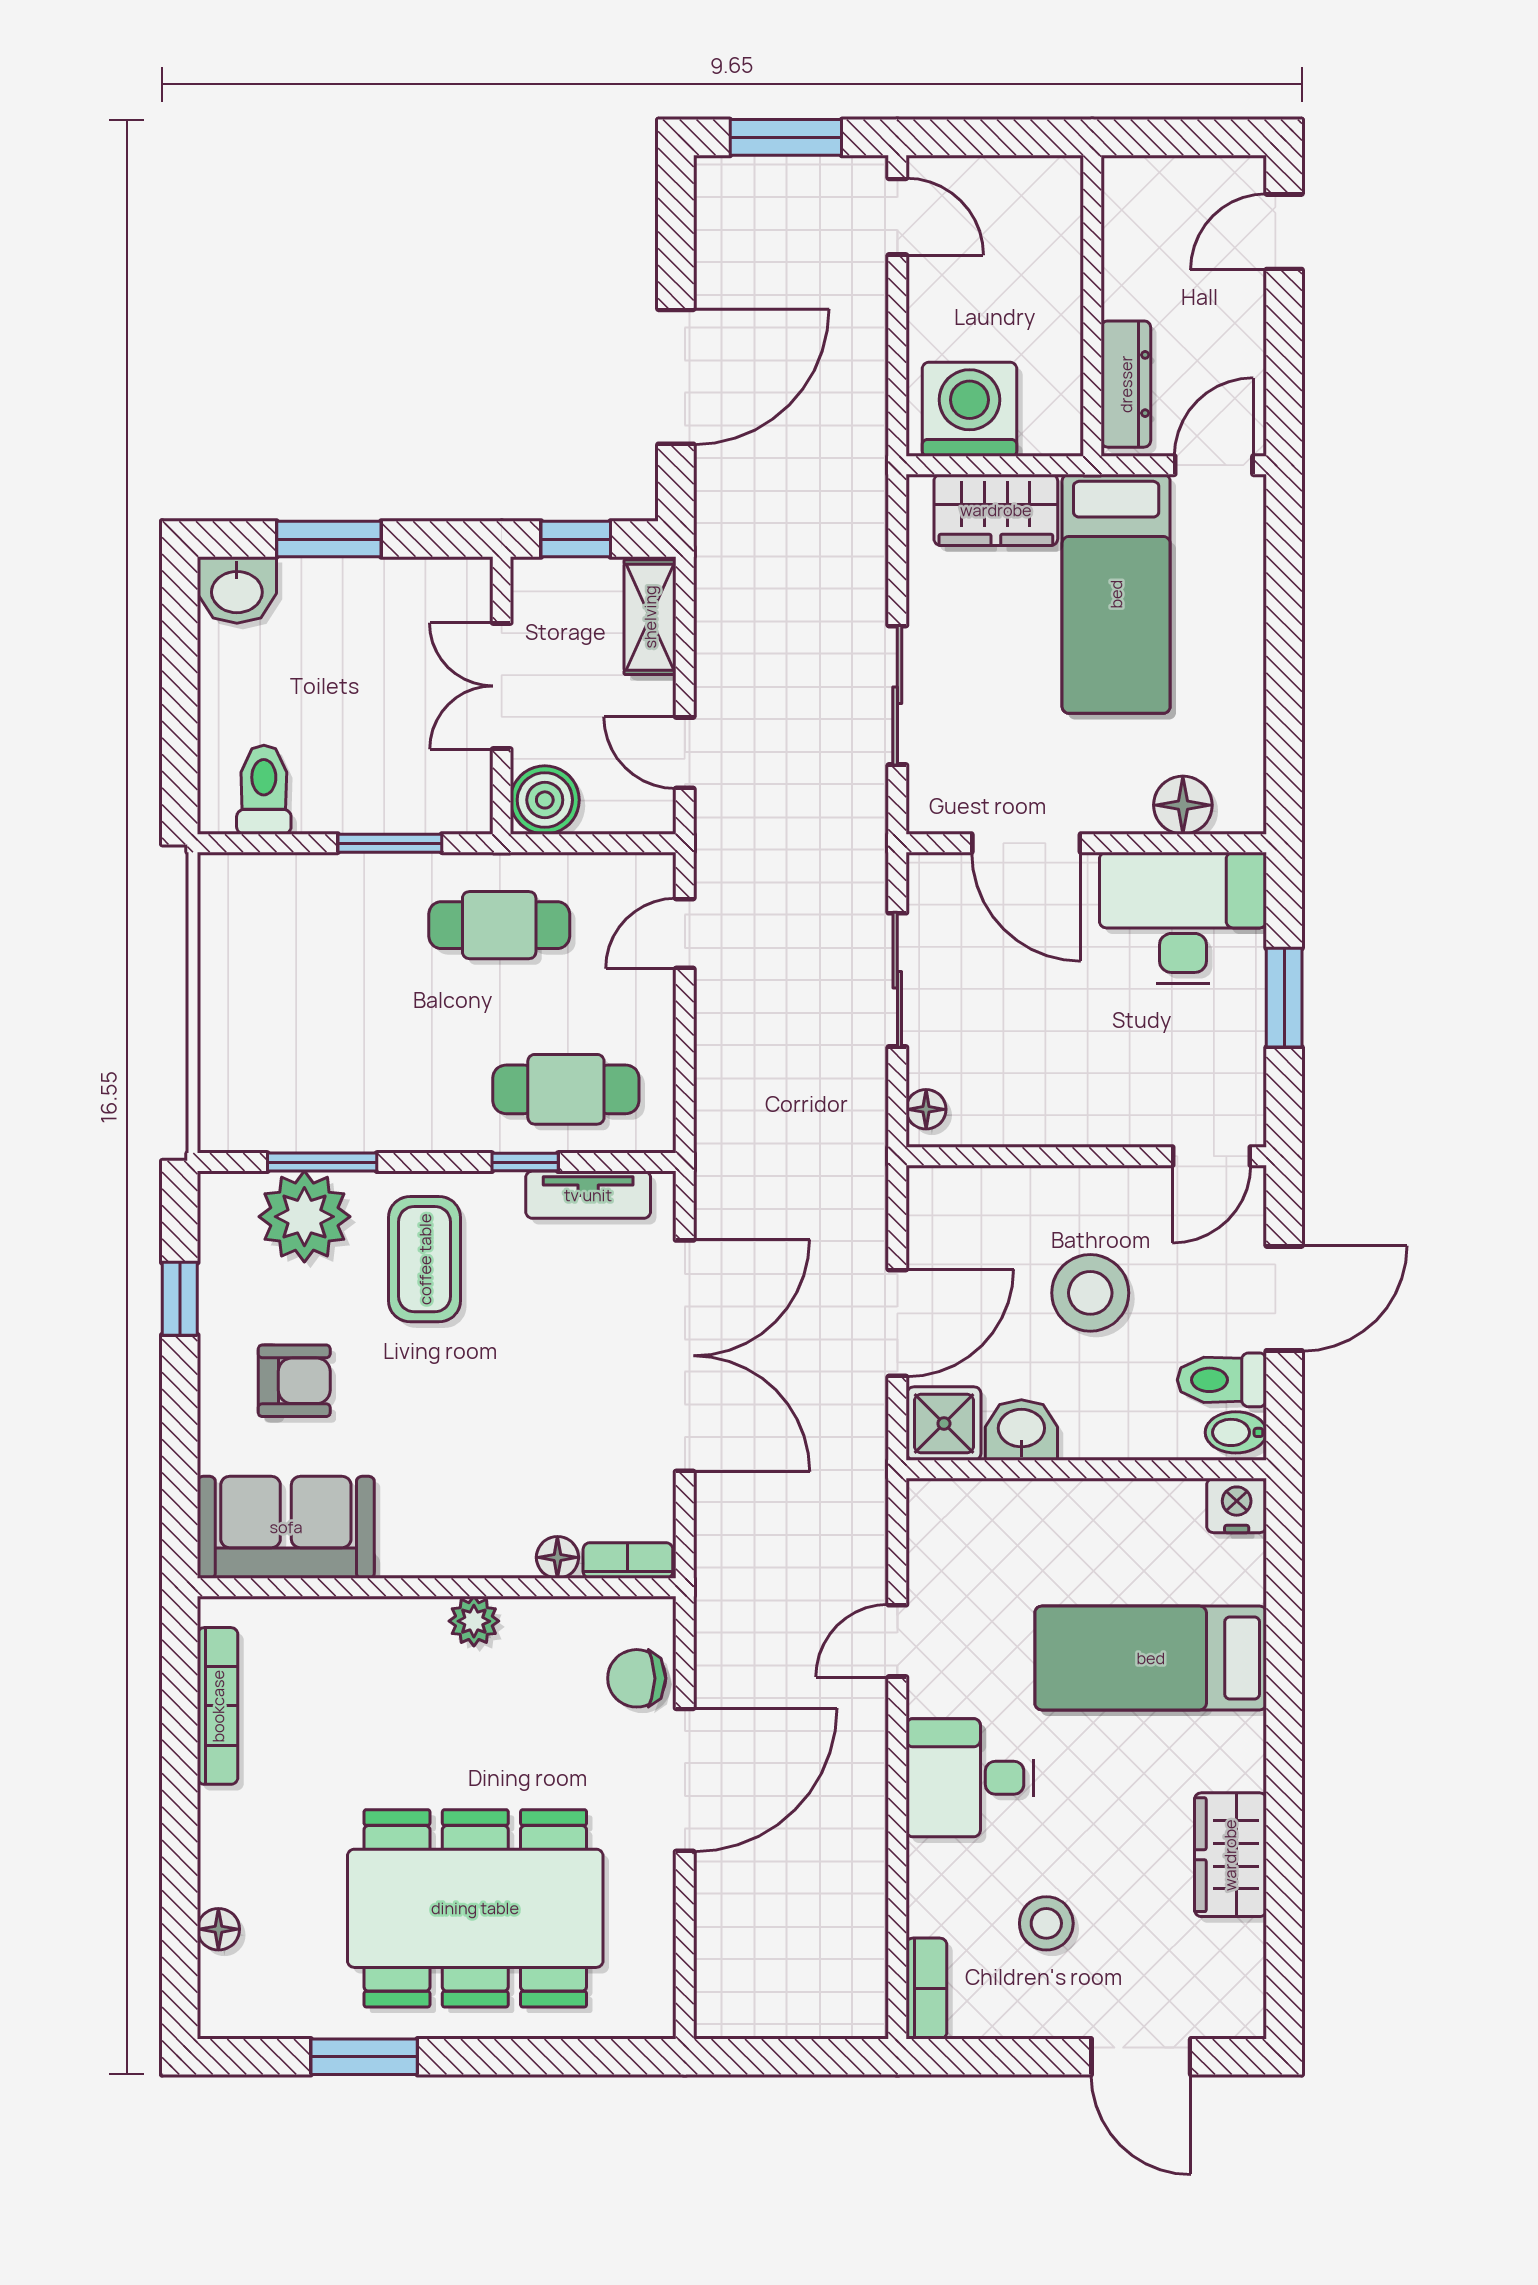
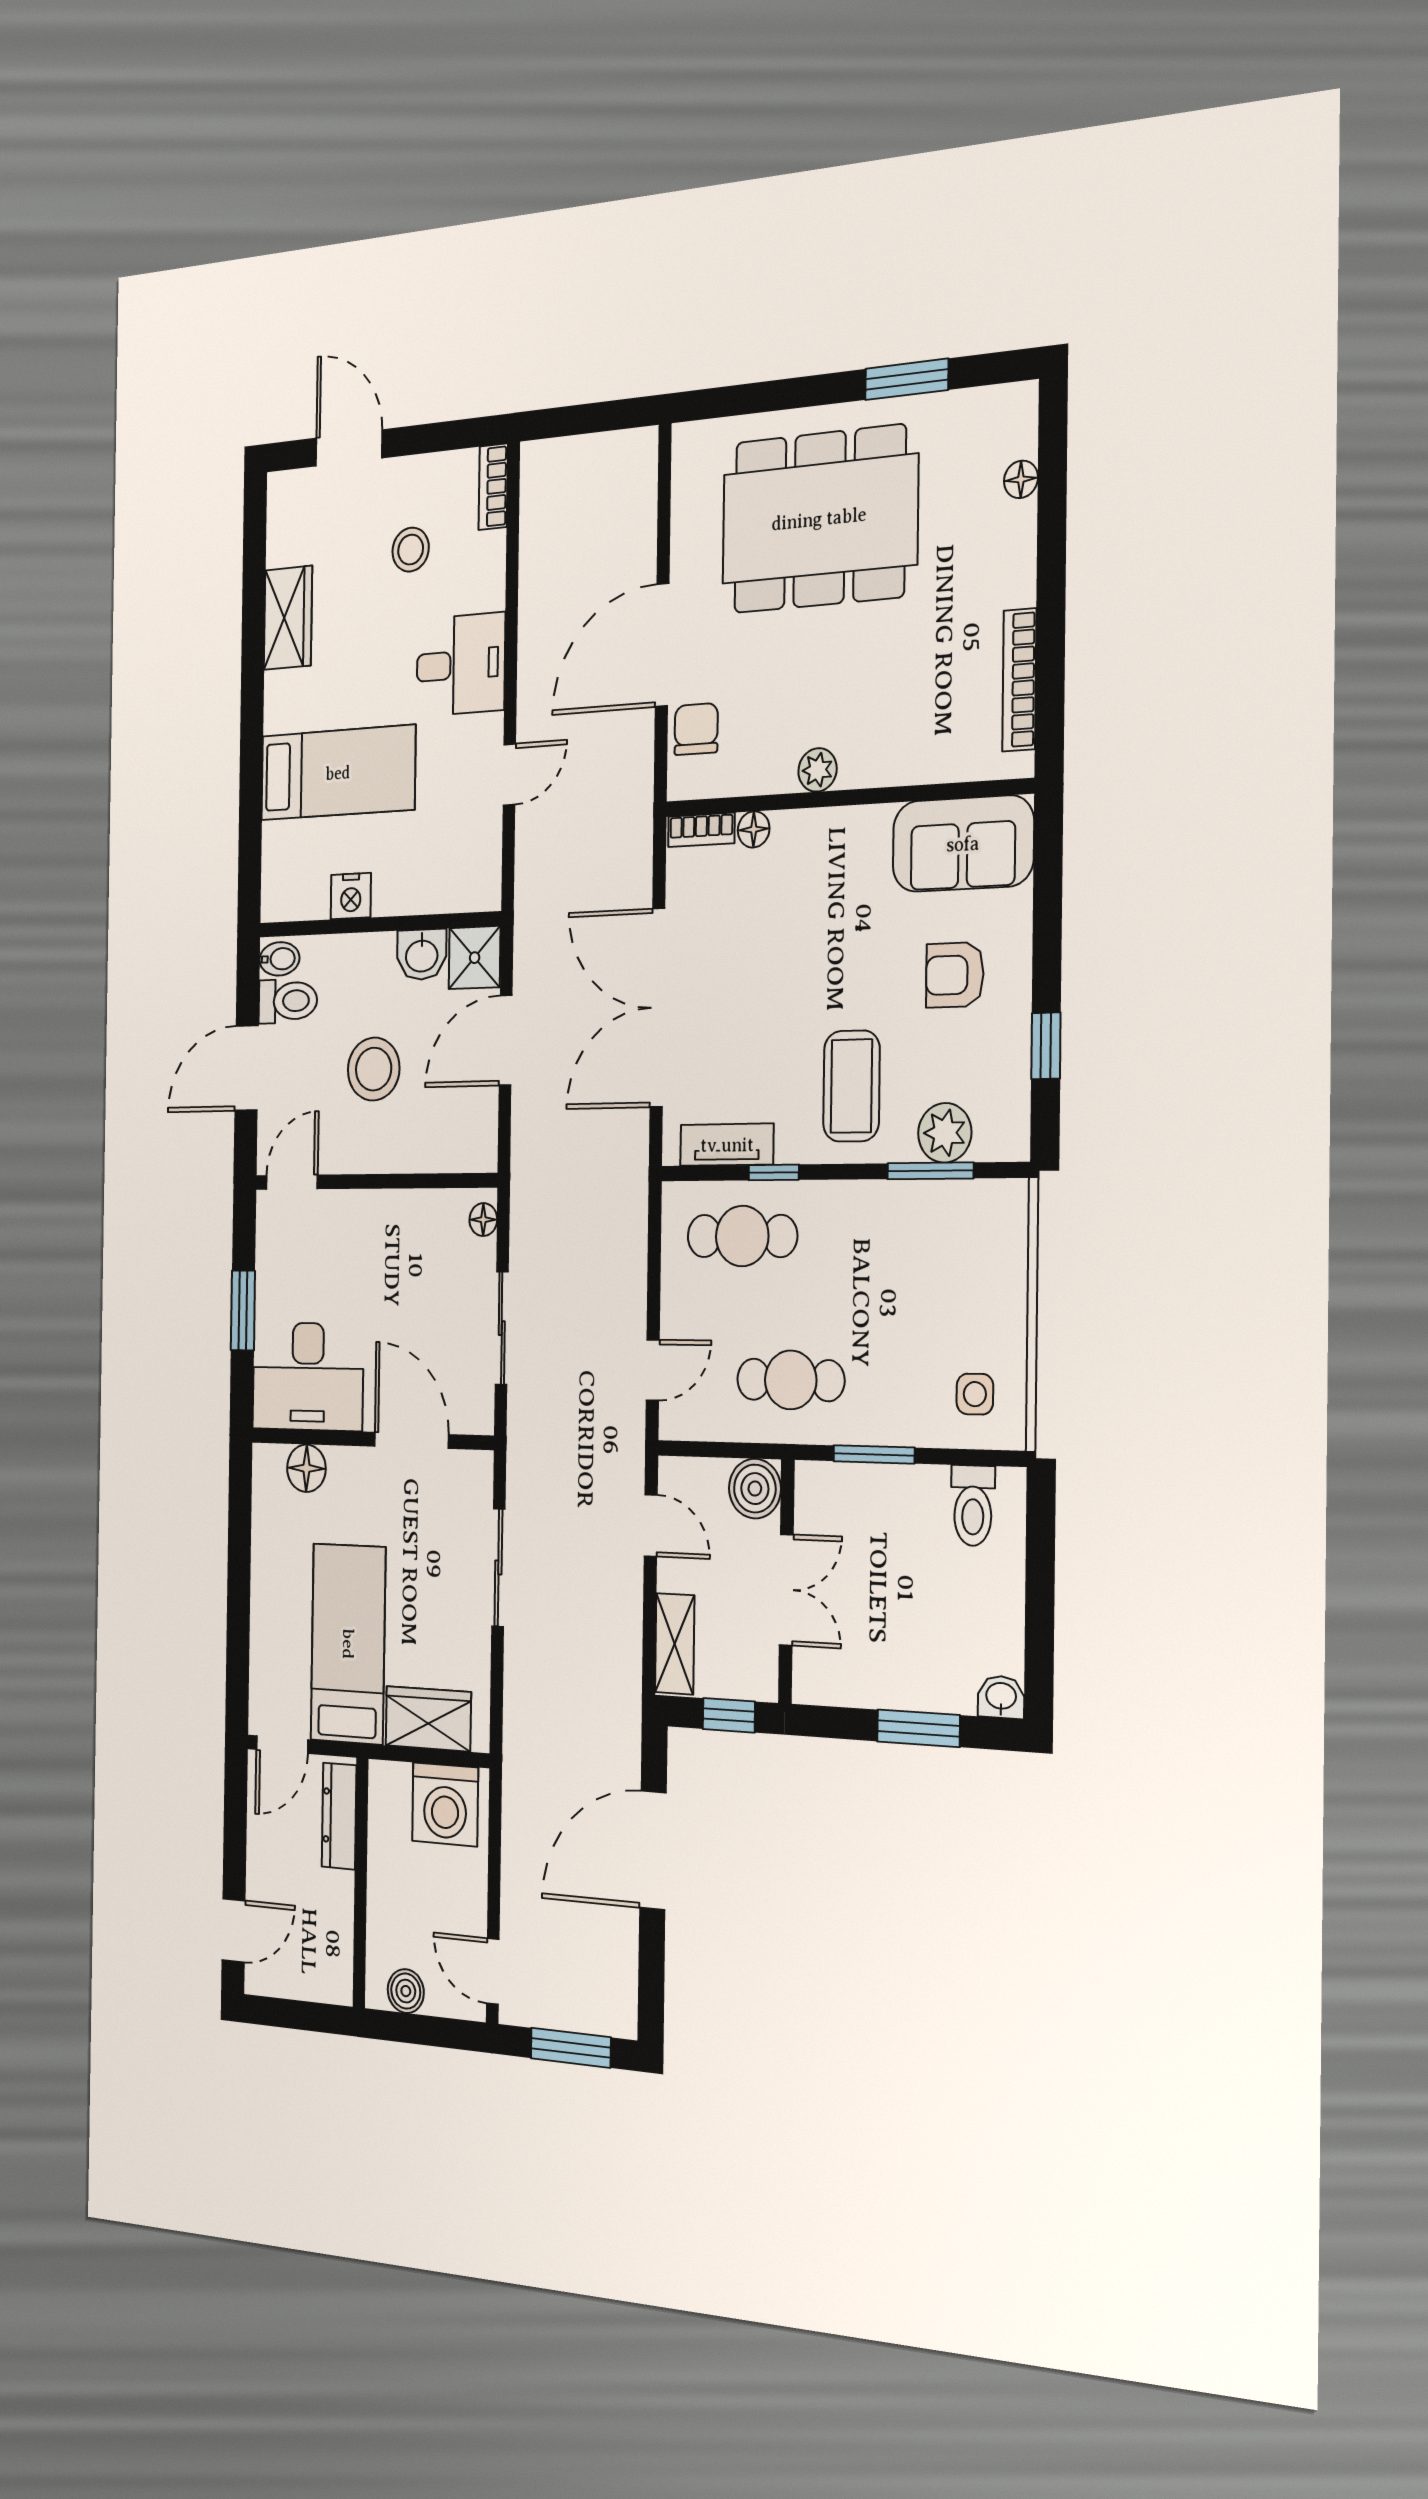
boiler: (1023, 181) -> (406, 1991), added
washbasin: (237, 590) -> (1001, 1697), width x0.72, depth x0.69
side table: (263, 913) -> (975, 1394), added
plant: (304, 1217) -> (945, 1133), width x0.73, depth x0.73
nightstand: (1237, 1505) -> (351, 896), moved
chair: (637, 1678) -> (696, 729), turned -90

